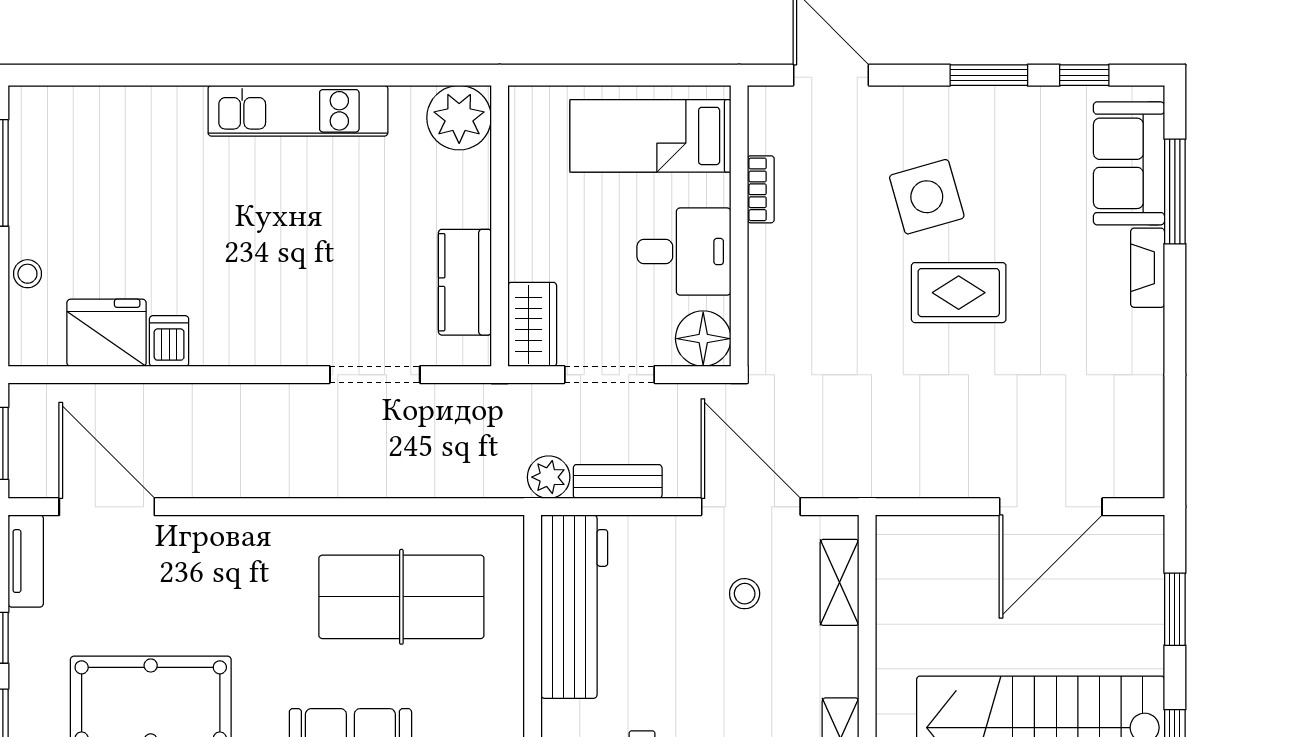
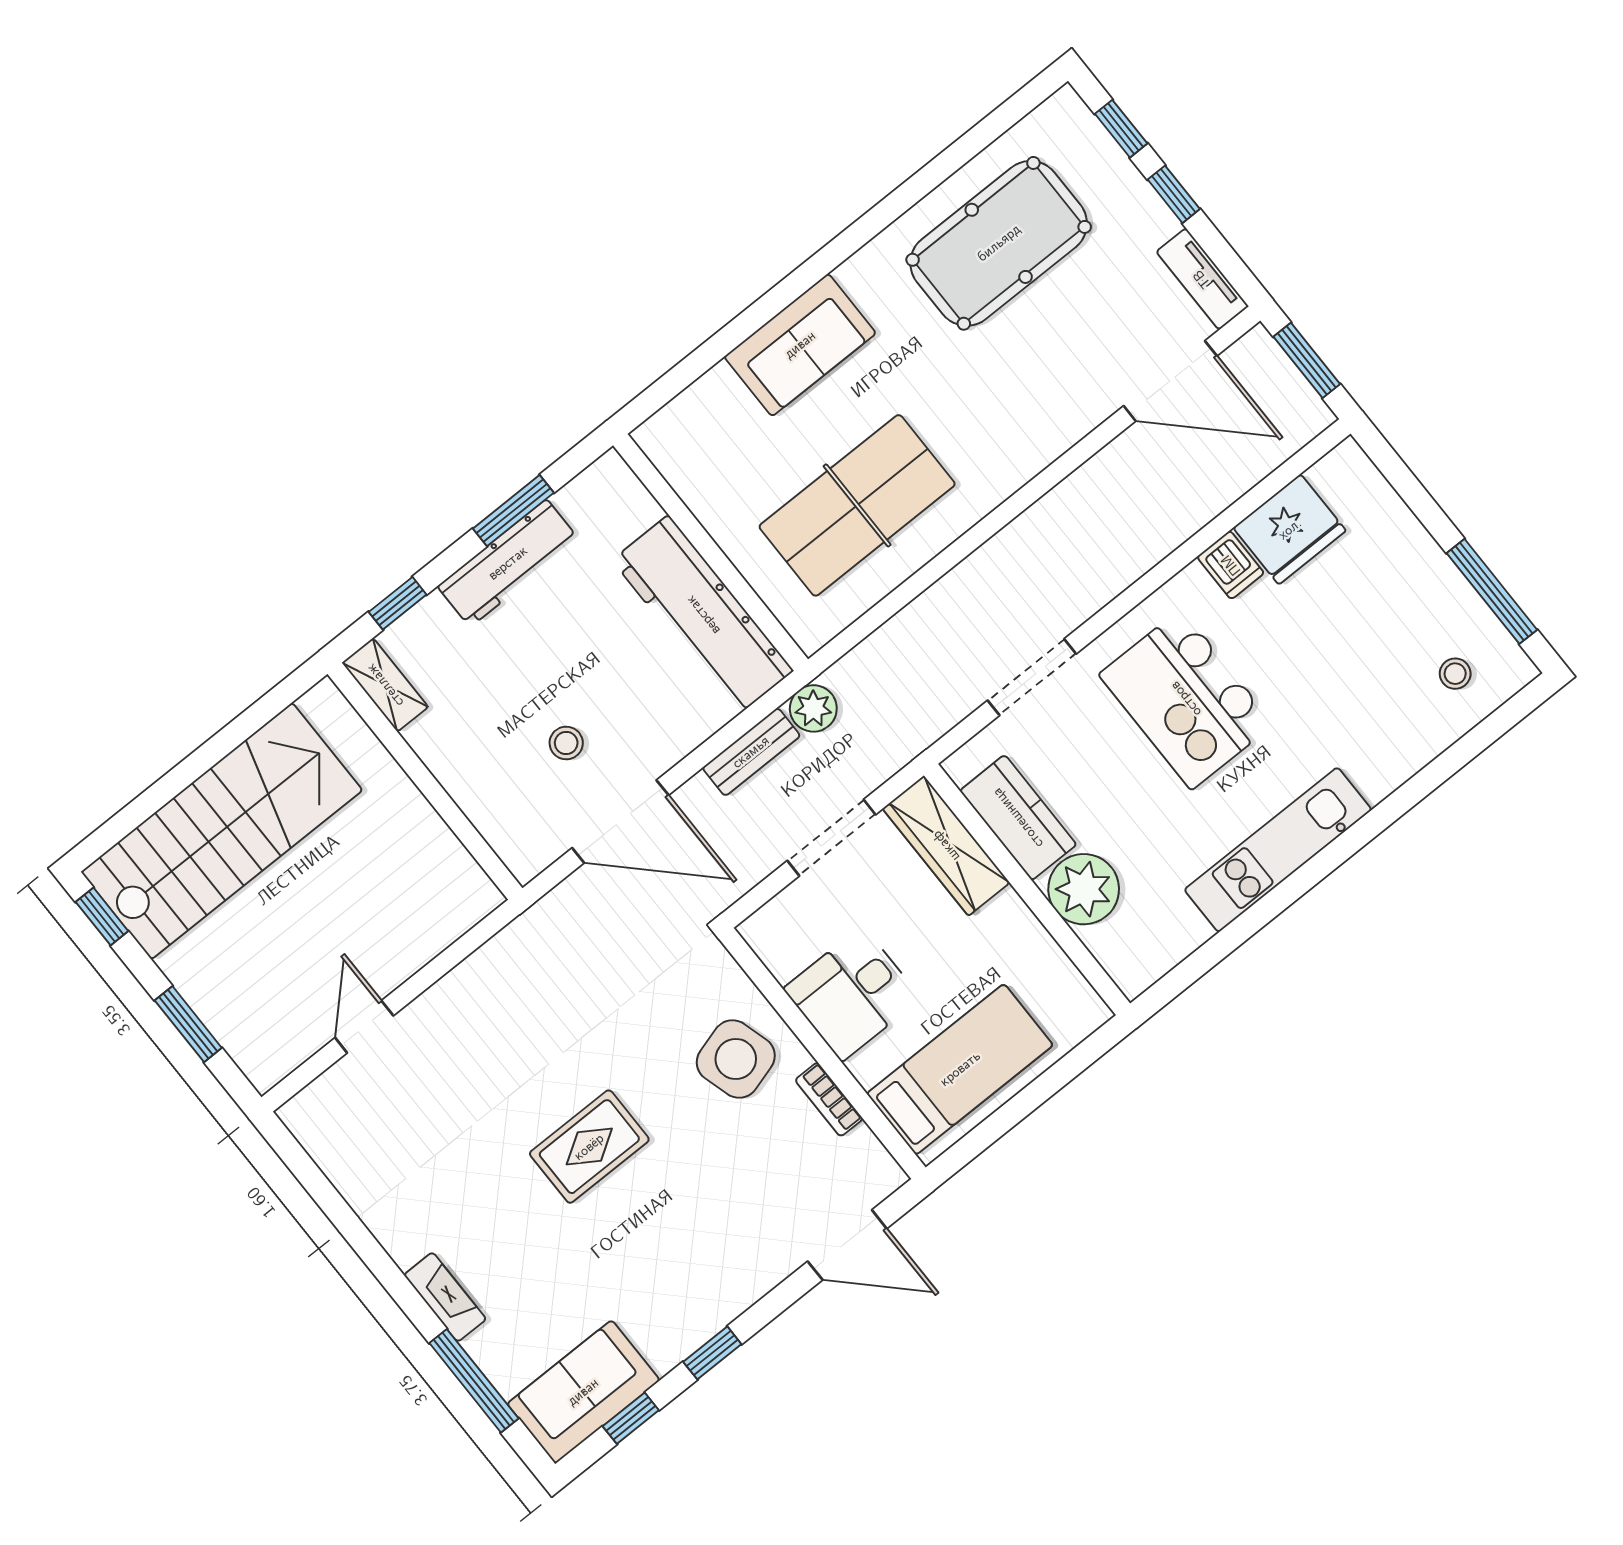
window: (989, 75) -> (712, 1353), width x0.67
plant: (459, 118) -> (1084, 889), moved
sofa: (1129, 163) -> (583, 1392), moved, turned -90
side table: (927, 197) -> (736, 1059), moved
kitchen island: (278, 270) -> (1186, 699), added
stool: (27, 274) -> (1455, 674), moved
wardrobe: (532, 324) -> (946, 846), width x1.50
floor lamp: (703, 339) -> (776, 932), removed
door: (1051, 507) -> (364, 1027), width x0.53
shelving: (840, 582) -> (493, 818), removed

